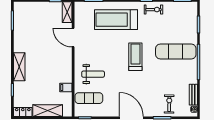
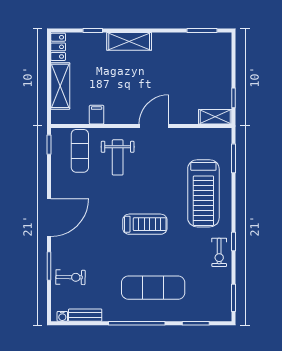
treadmill: (116, 20) -> (203, 193), turned 180
door: (73, 38) -> (154, 126), moved
exercise mat: (176, 52) -> (153, 288), turned 90

